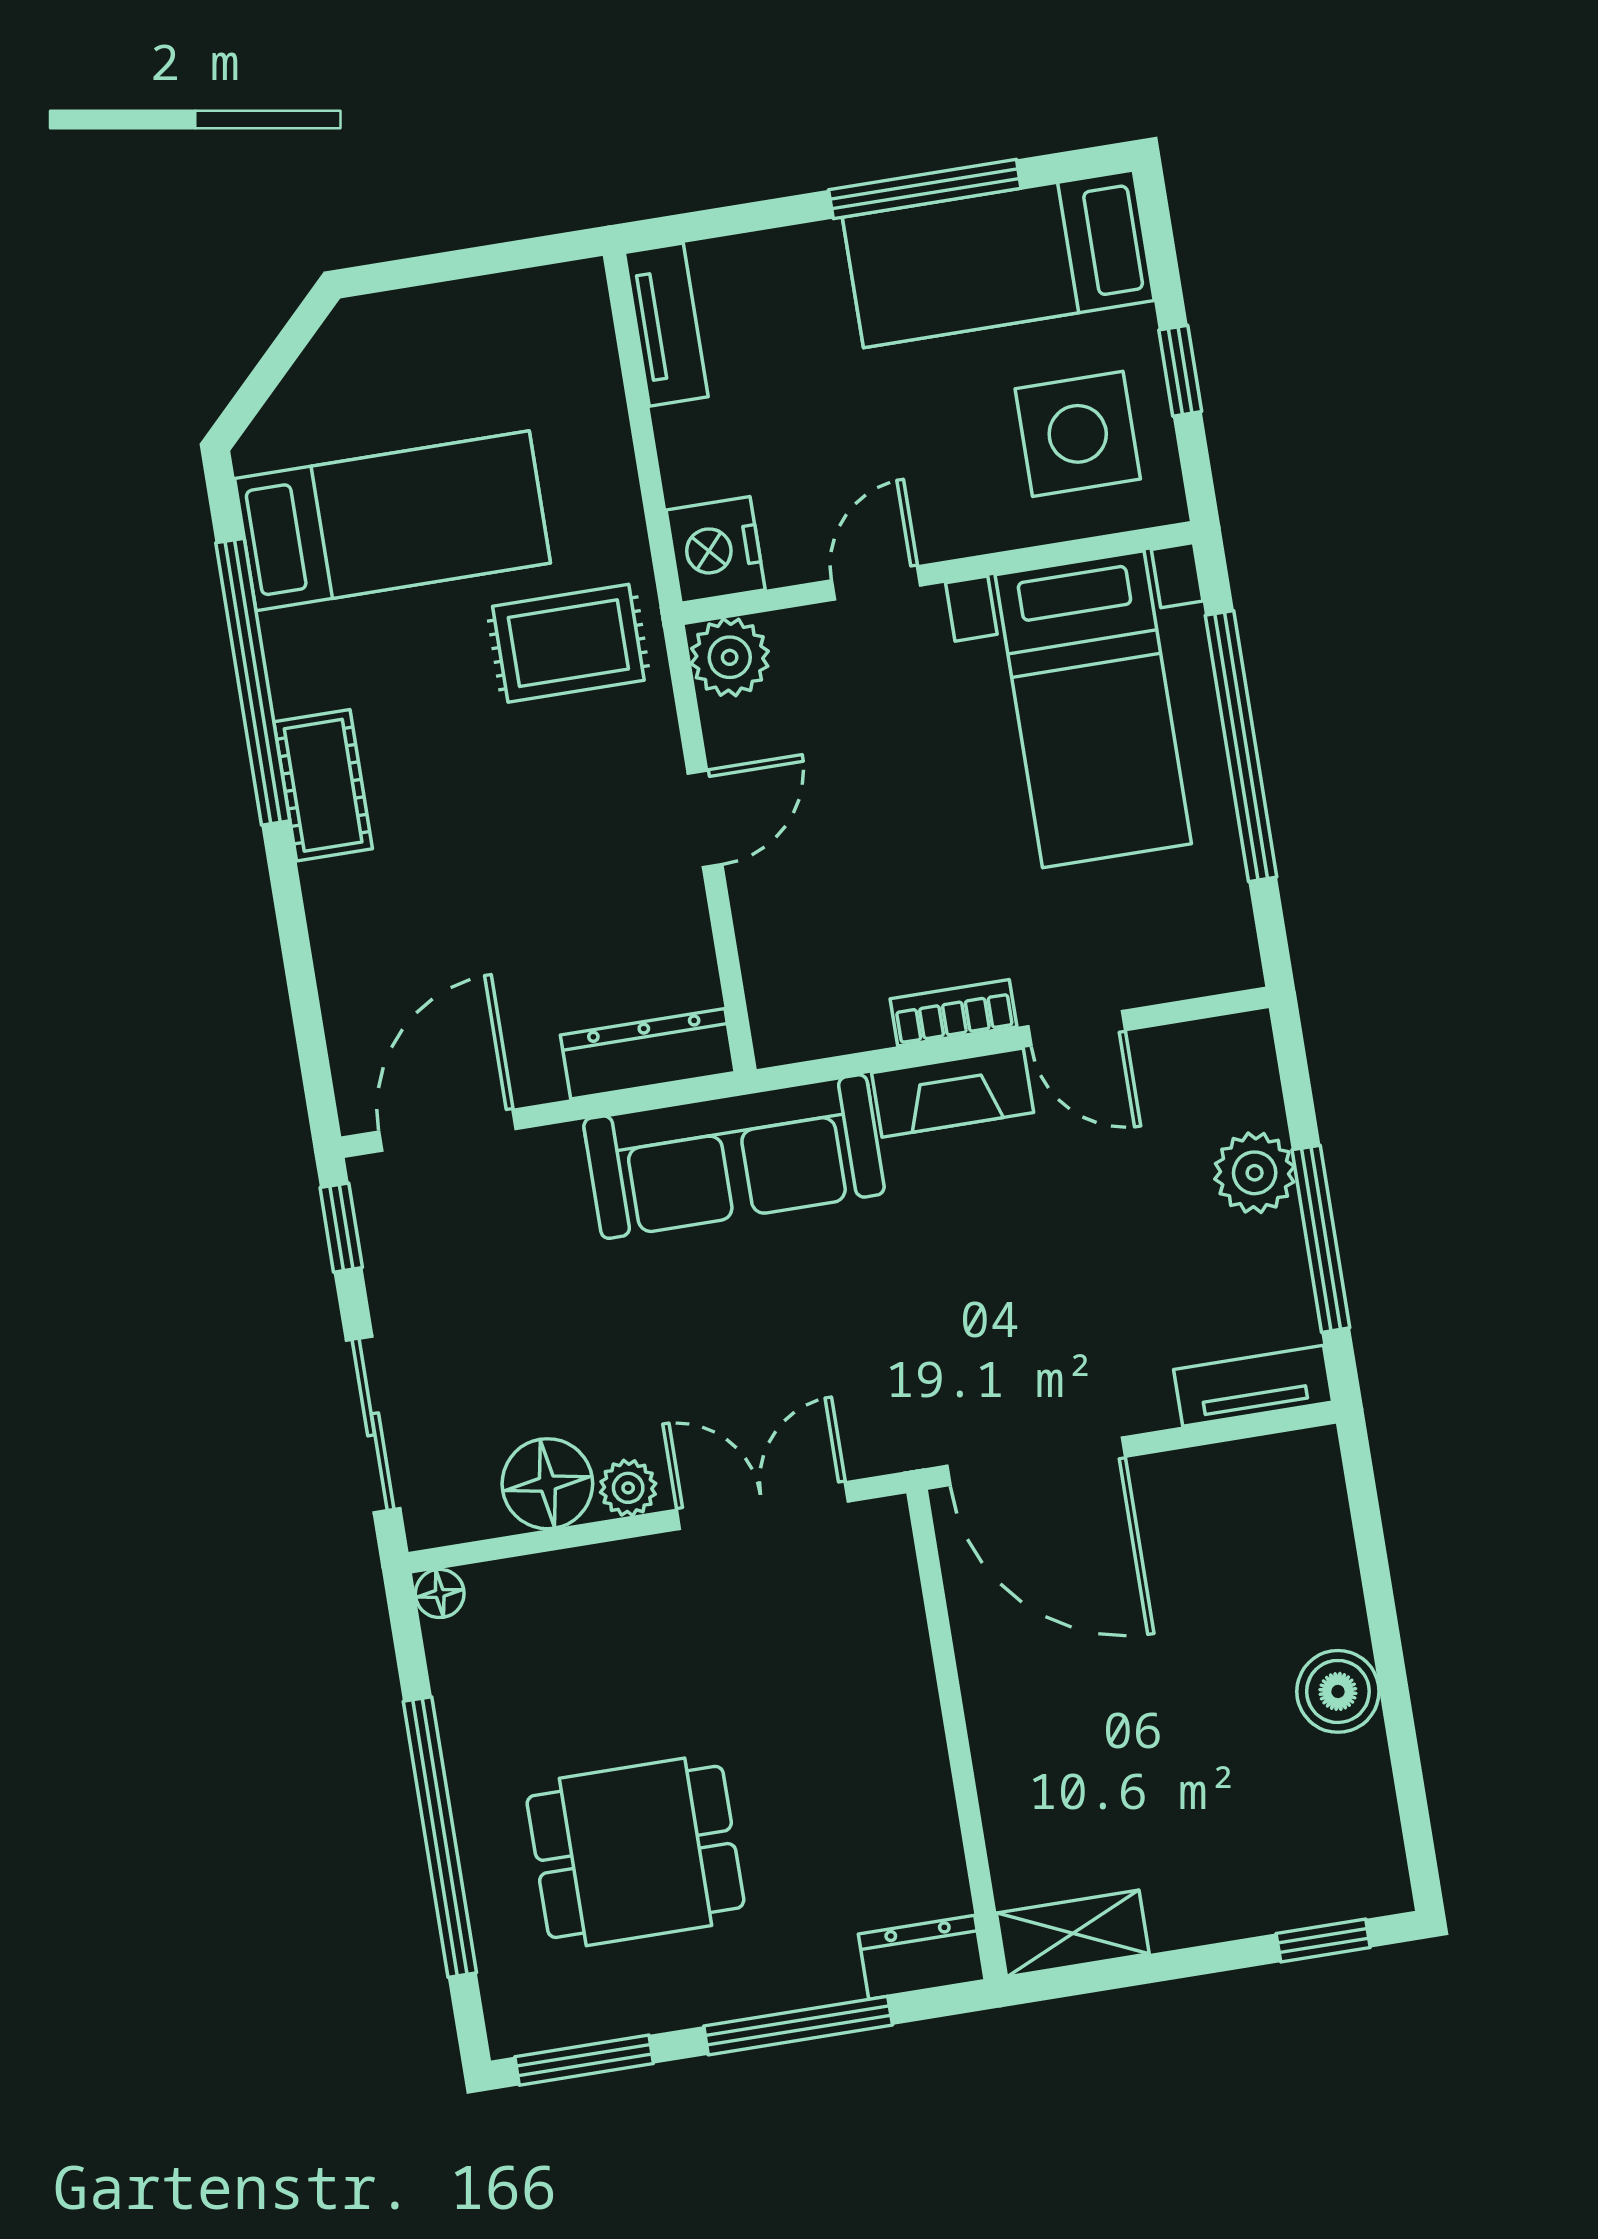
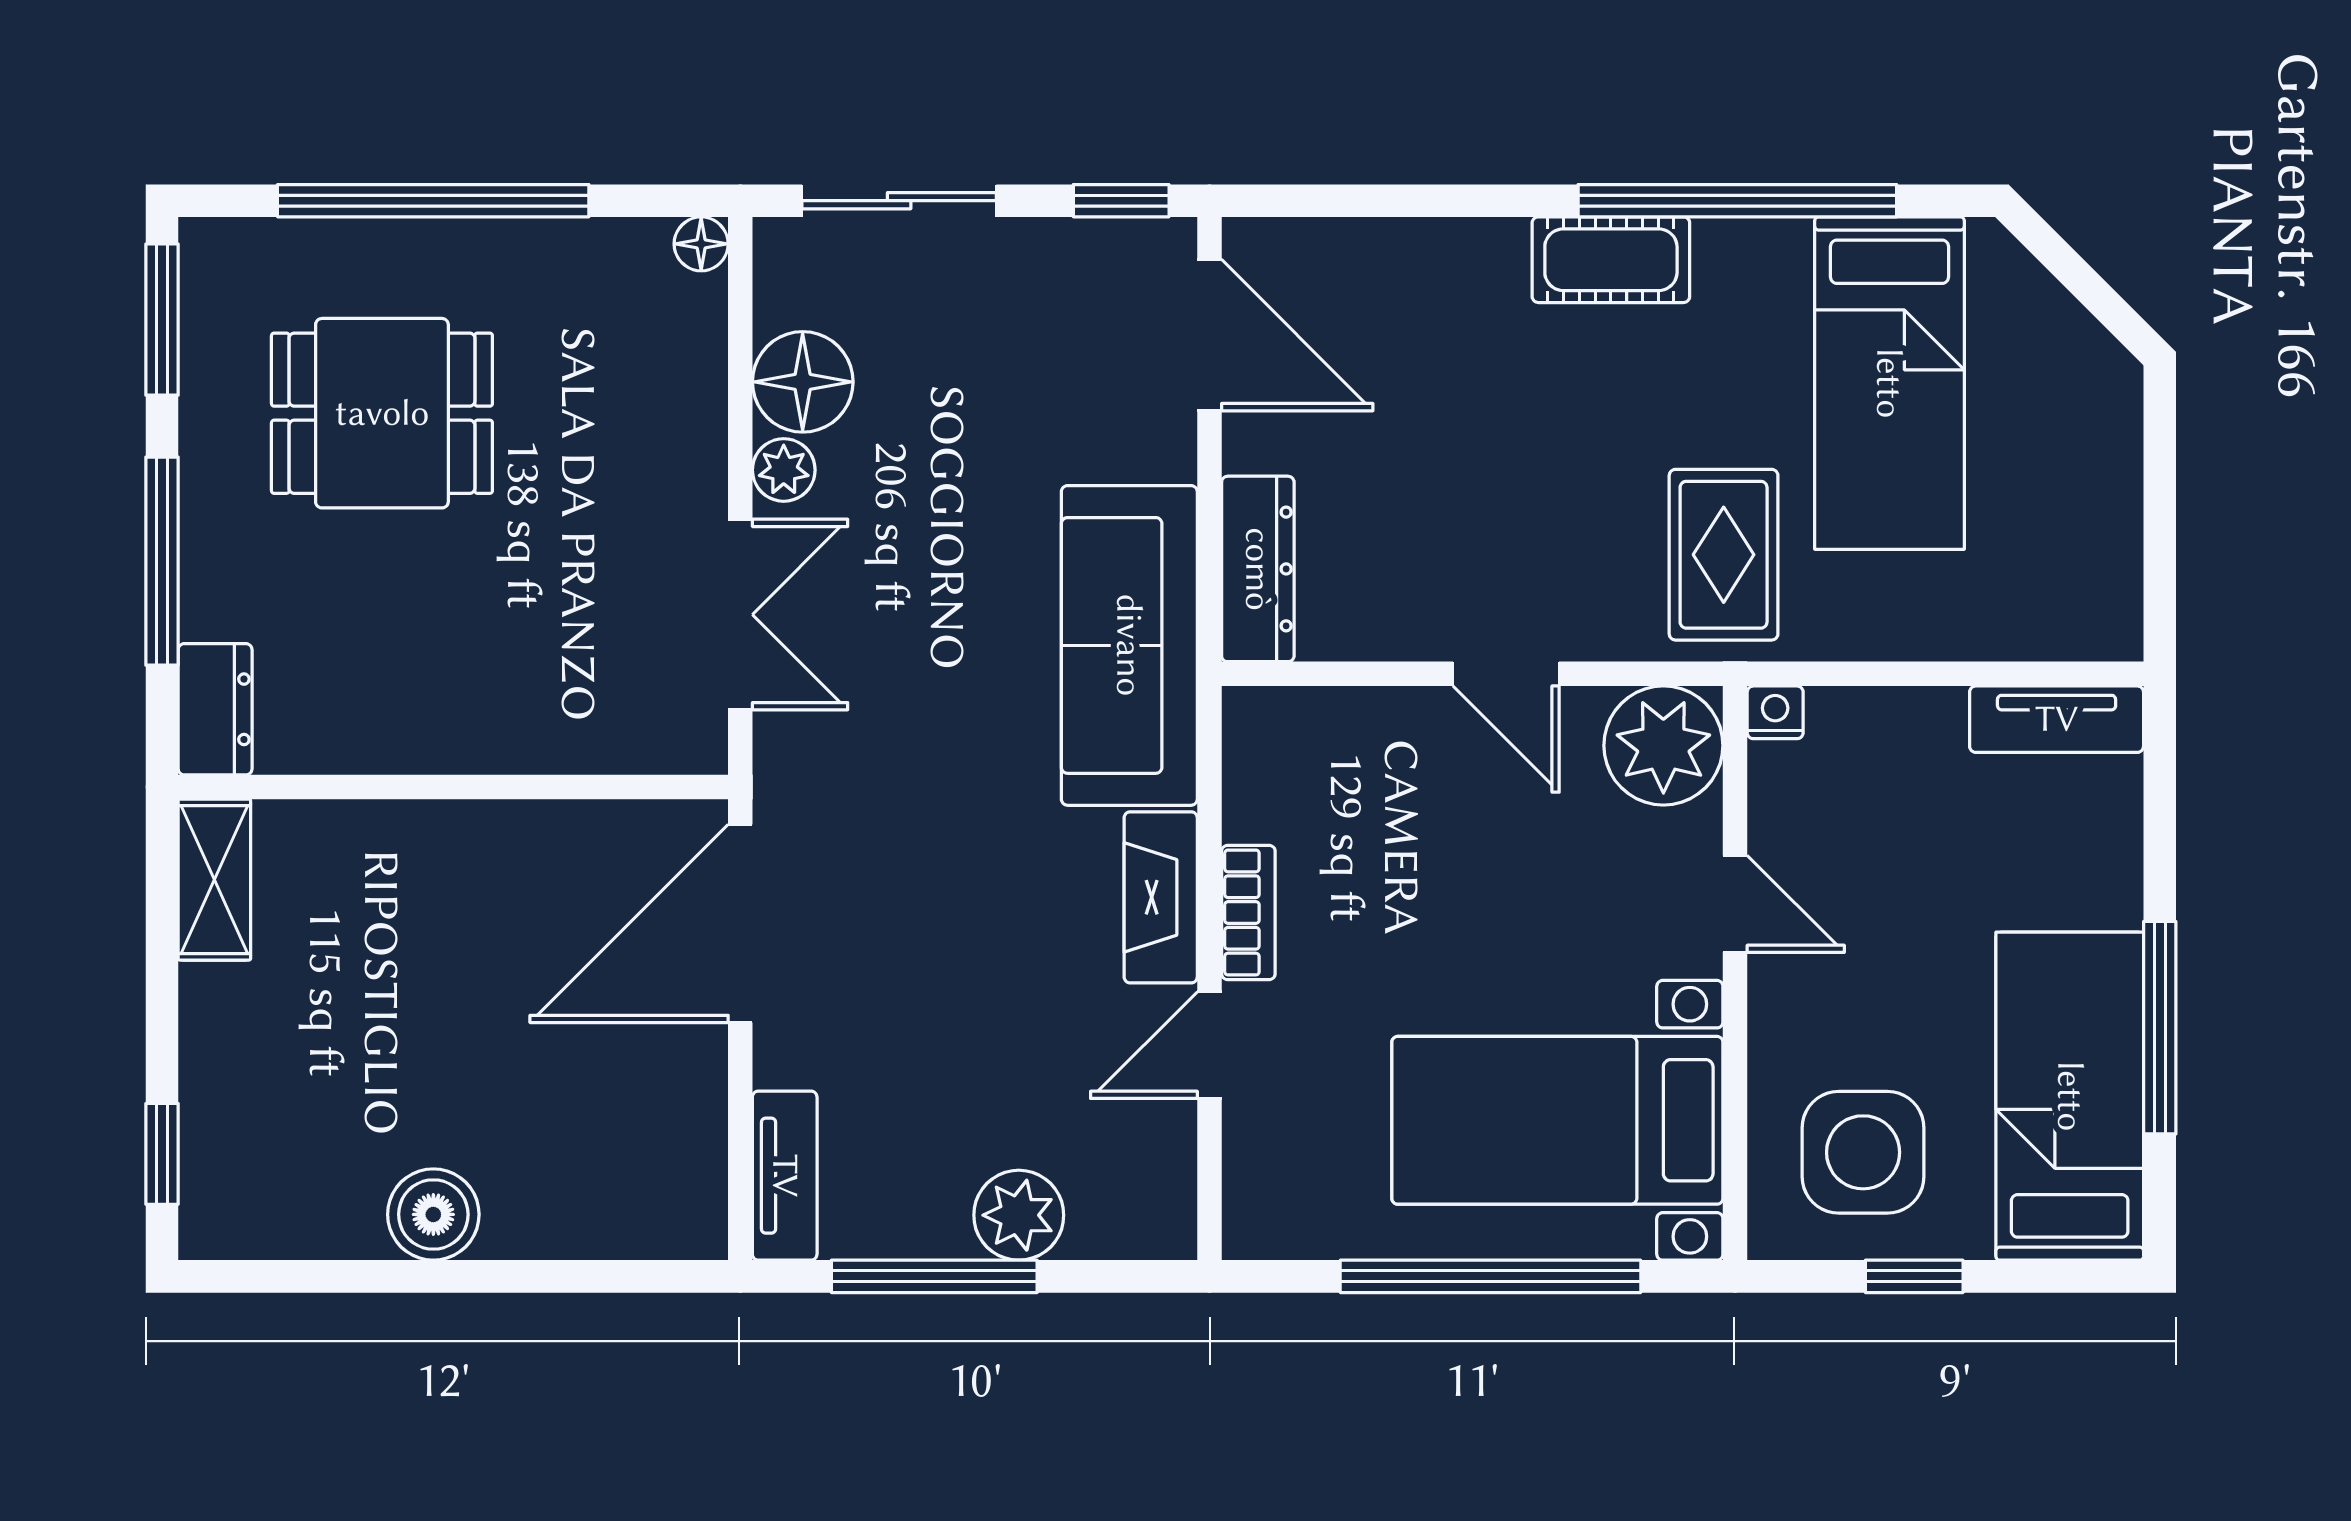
nightstand: (716, 550) -> (1775, 712), width x0.53, depth x0.56
plant: (730, 657) -> (1663, 746), width x1.36, depth x1.36
dining table: (635, 1852) -> (382, 413), turned 90

